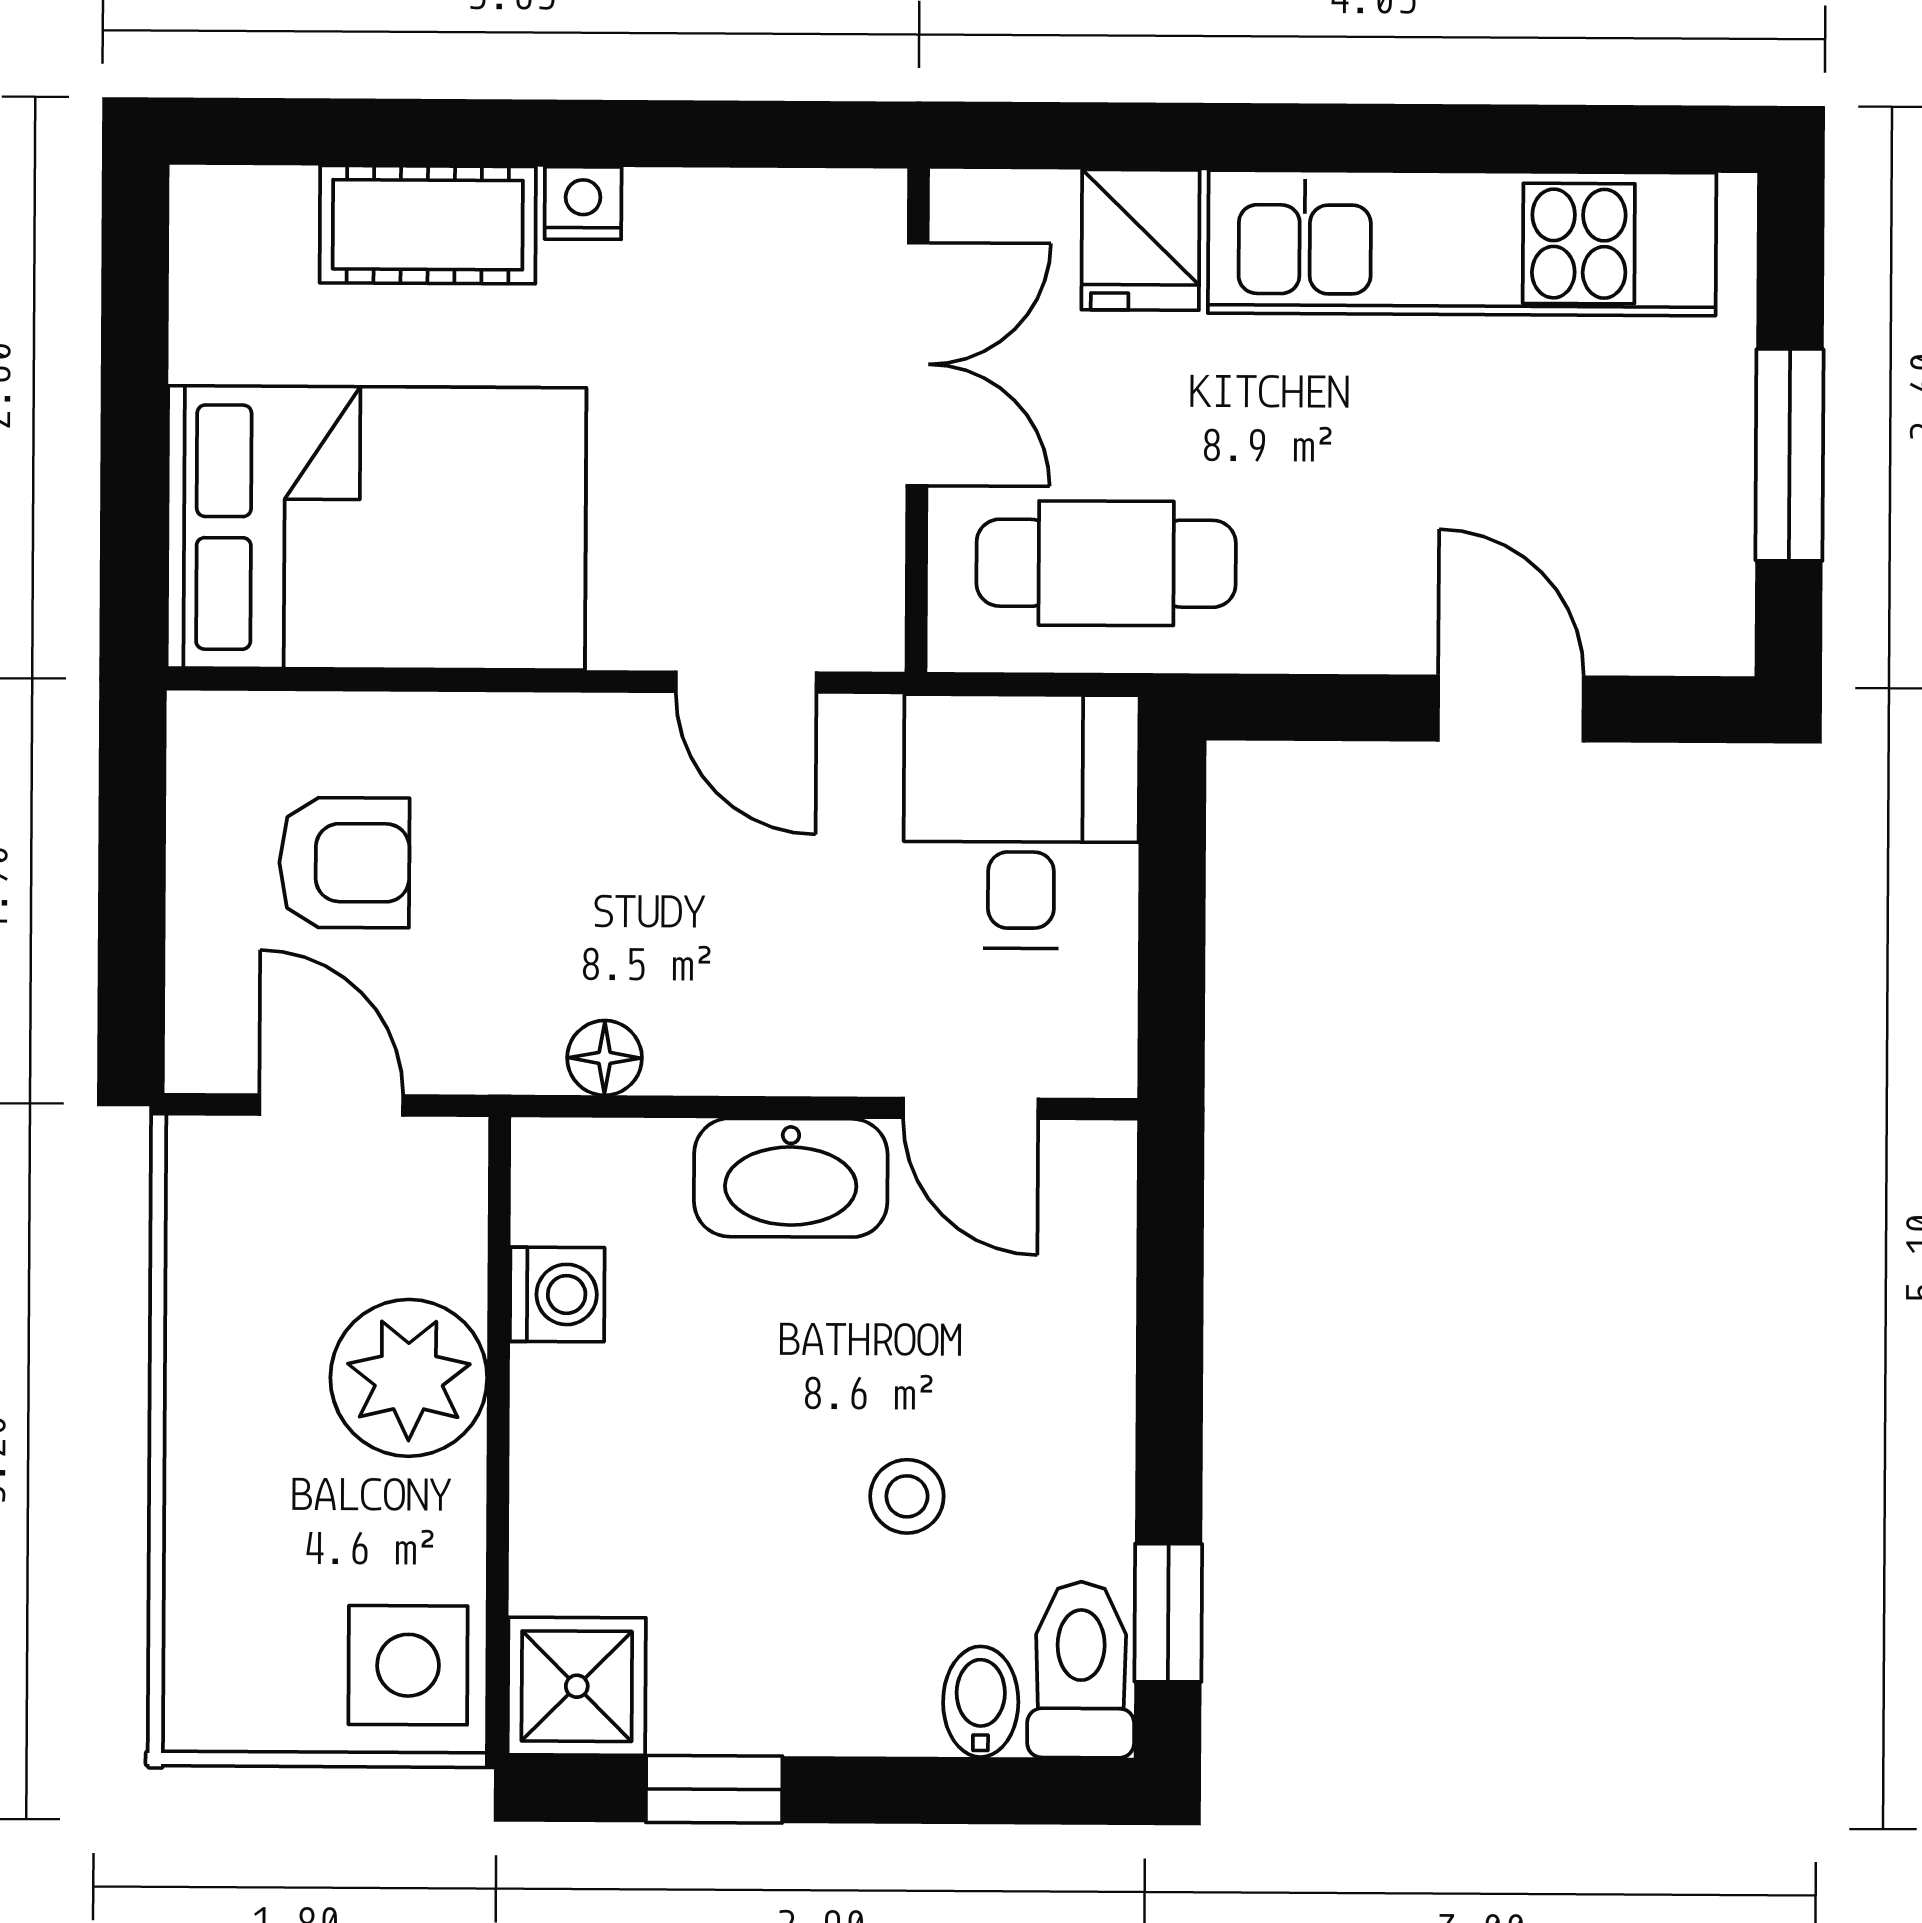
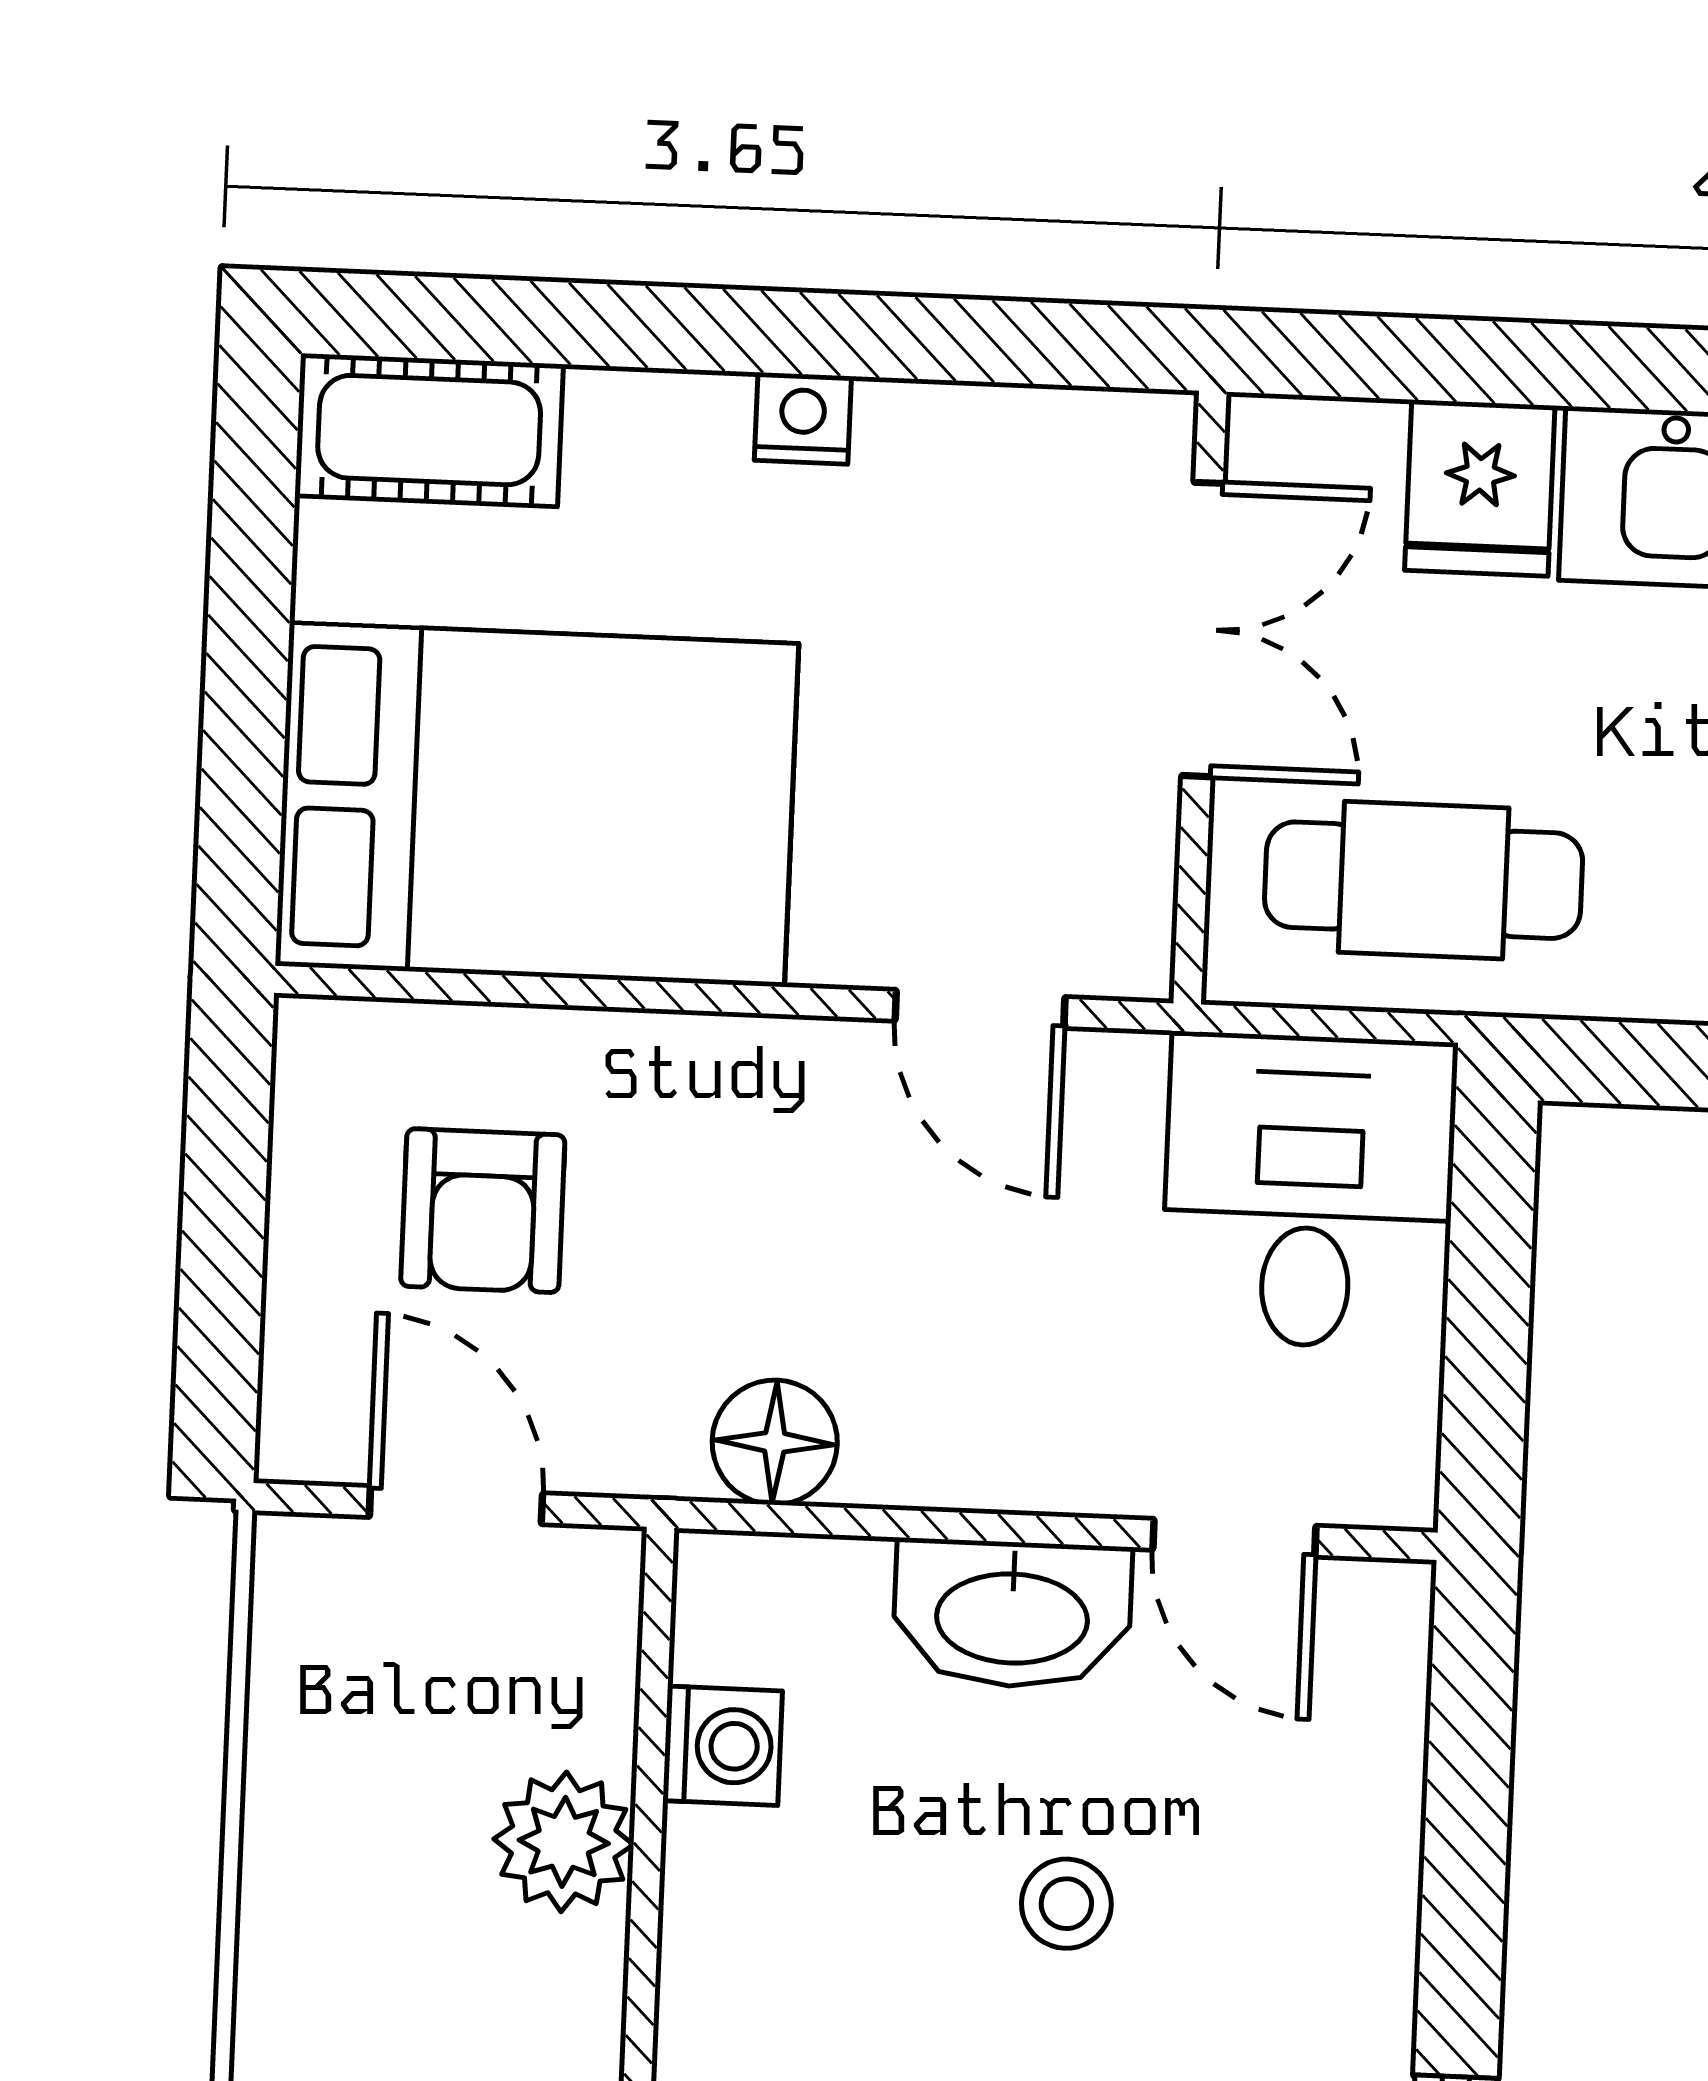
cot: (428, 225) -> (429, 430), moved
armchair: (344, 863) -> (483, 1211), turned 90
floor lamp: (605, 1058) -> (775, 1442), width x1.37, depth x1.37
plant: (409, 1378) -> (564, 1842), width x0.73, depth x0.73
stool: (907, 1496) -> (1066, 1904), moved

